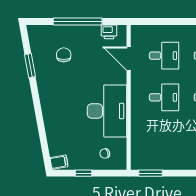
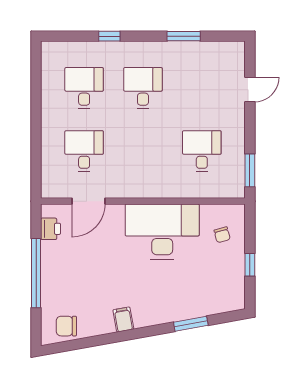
chair: (64, 55) -> (66, 326), moved
window: (30, 66) -> (191, 324), moved
desk: (164, 97) -> (202, 151), moved
filing cabinet: (59, 162) -> (123, 319), moved

